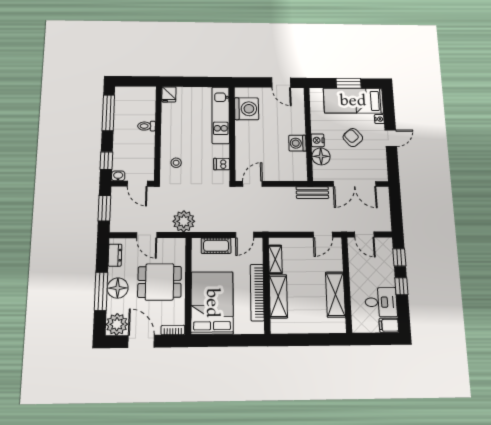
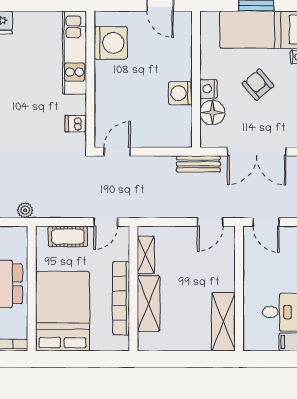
stool: (176, 163) -> (14, 122), removed
plant: (184, 221) -> (25, 210), width x0.53, depth x0.53
shelving: (335, 295) -> (223, 322), moved

